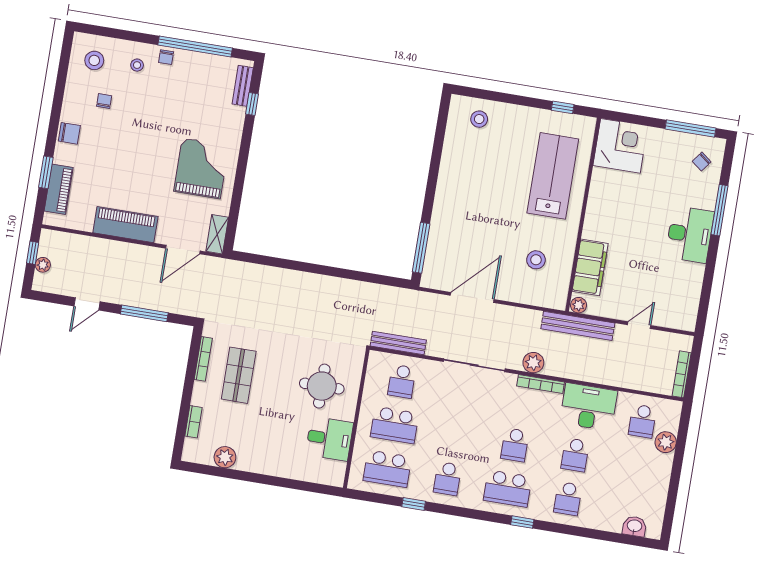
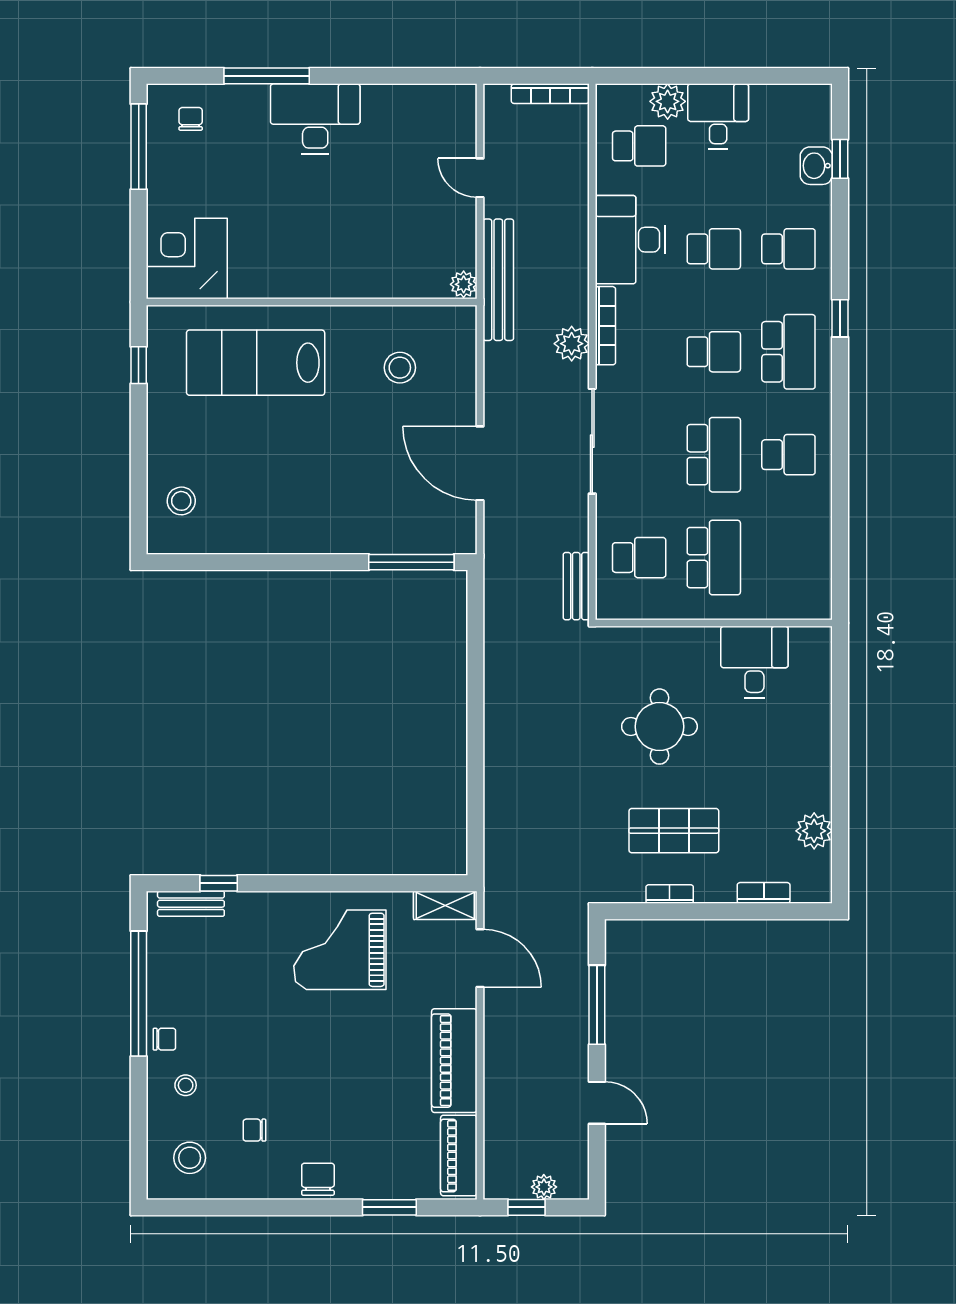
chair: (702, 162) -> (191, 119), turned -127
piano: (59, 189) -> (459, 1156), moved, turned -90
filing cabinet: (590, 267) -> (397, 275), removed
bench: (398, 343) -> (576, 586), width x0.73
bookcase: (203, 359) -> (670, 894), width x0.64
round table: (322, 386) -> (659, 727), moved
school desk: (387, 469) -> (714, 455), moved
desk: (652, 470) -> (718, 116), added
window: (414, 504) -> (840, 159), moved
washbasin: (634, 526) -> (816, 166), moved

